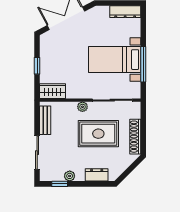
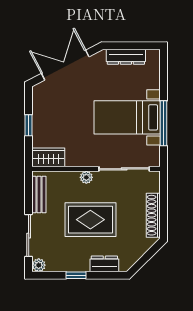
dresser: (125, 12) -> (126, 57), moved
rug: (98, 134) -> (90, 220), moved
plant: (70, 176) -> (39, 265), moved
window: (60, 184) -> (76, 275), moved

